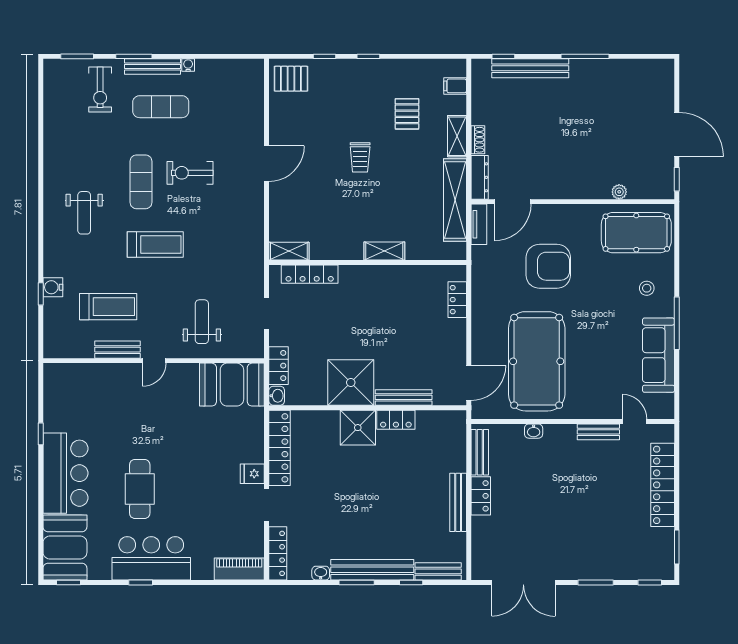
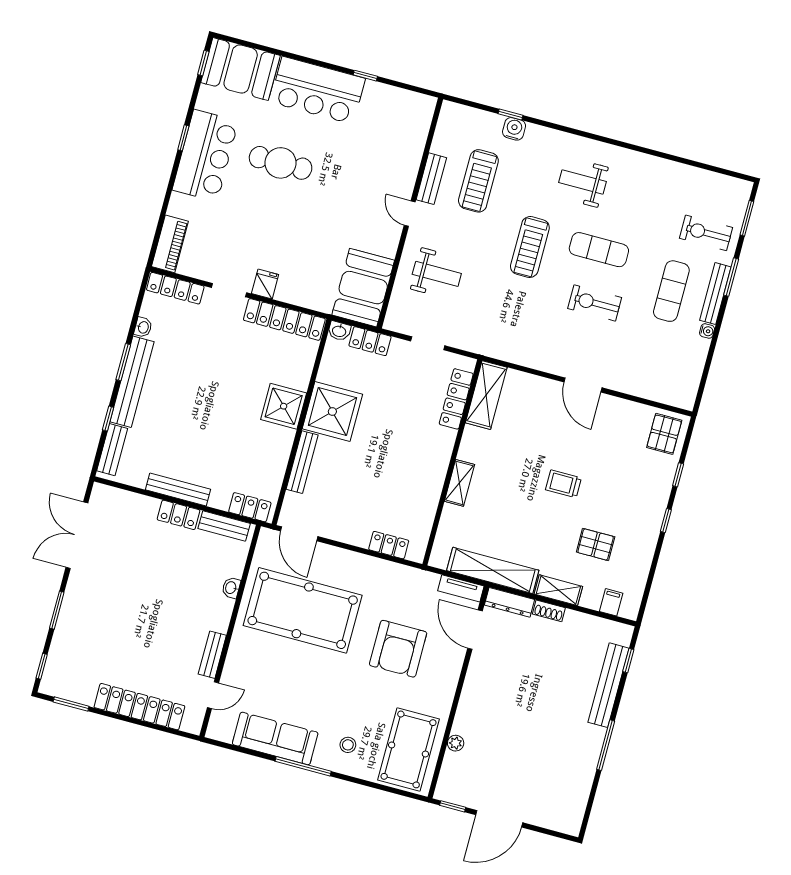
exercise bike: (190, 173) -> (595, 303), turned -90
shelving: (289, 251) -> (486, 395), width x1.50, depth x1.33
locker: (396, 420) -> (250, 507), moved, turned 90

